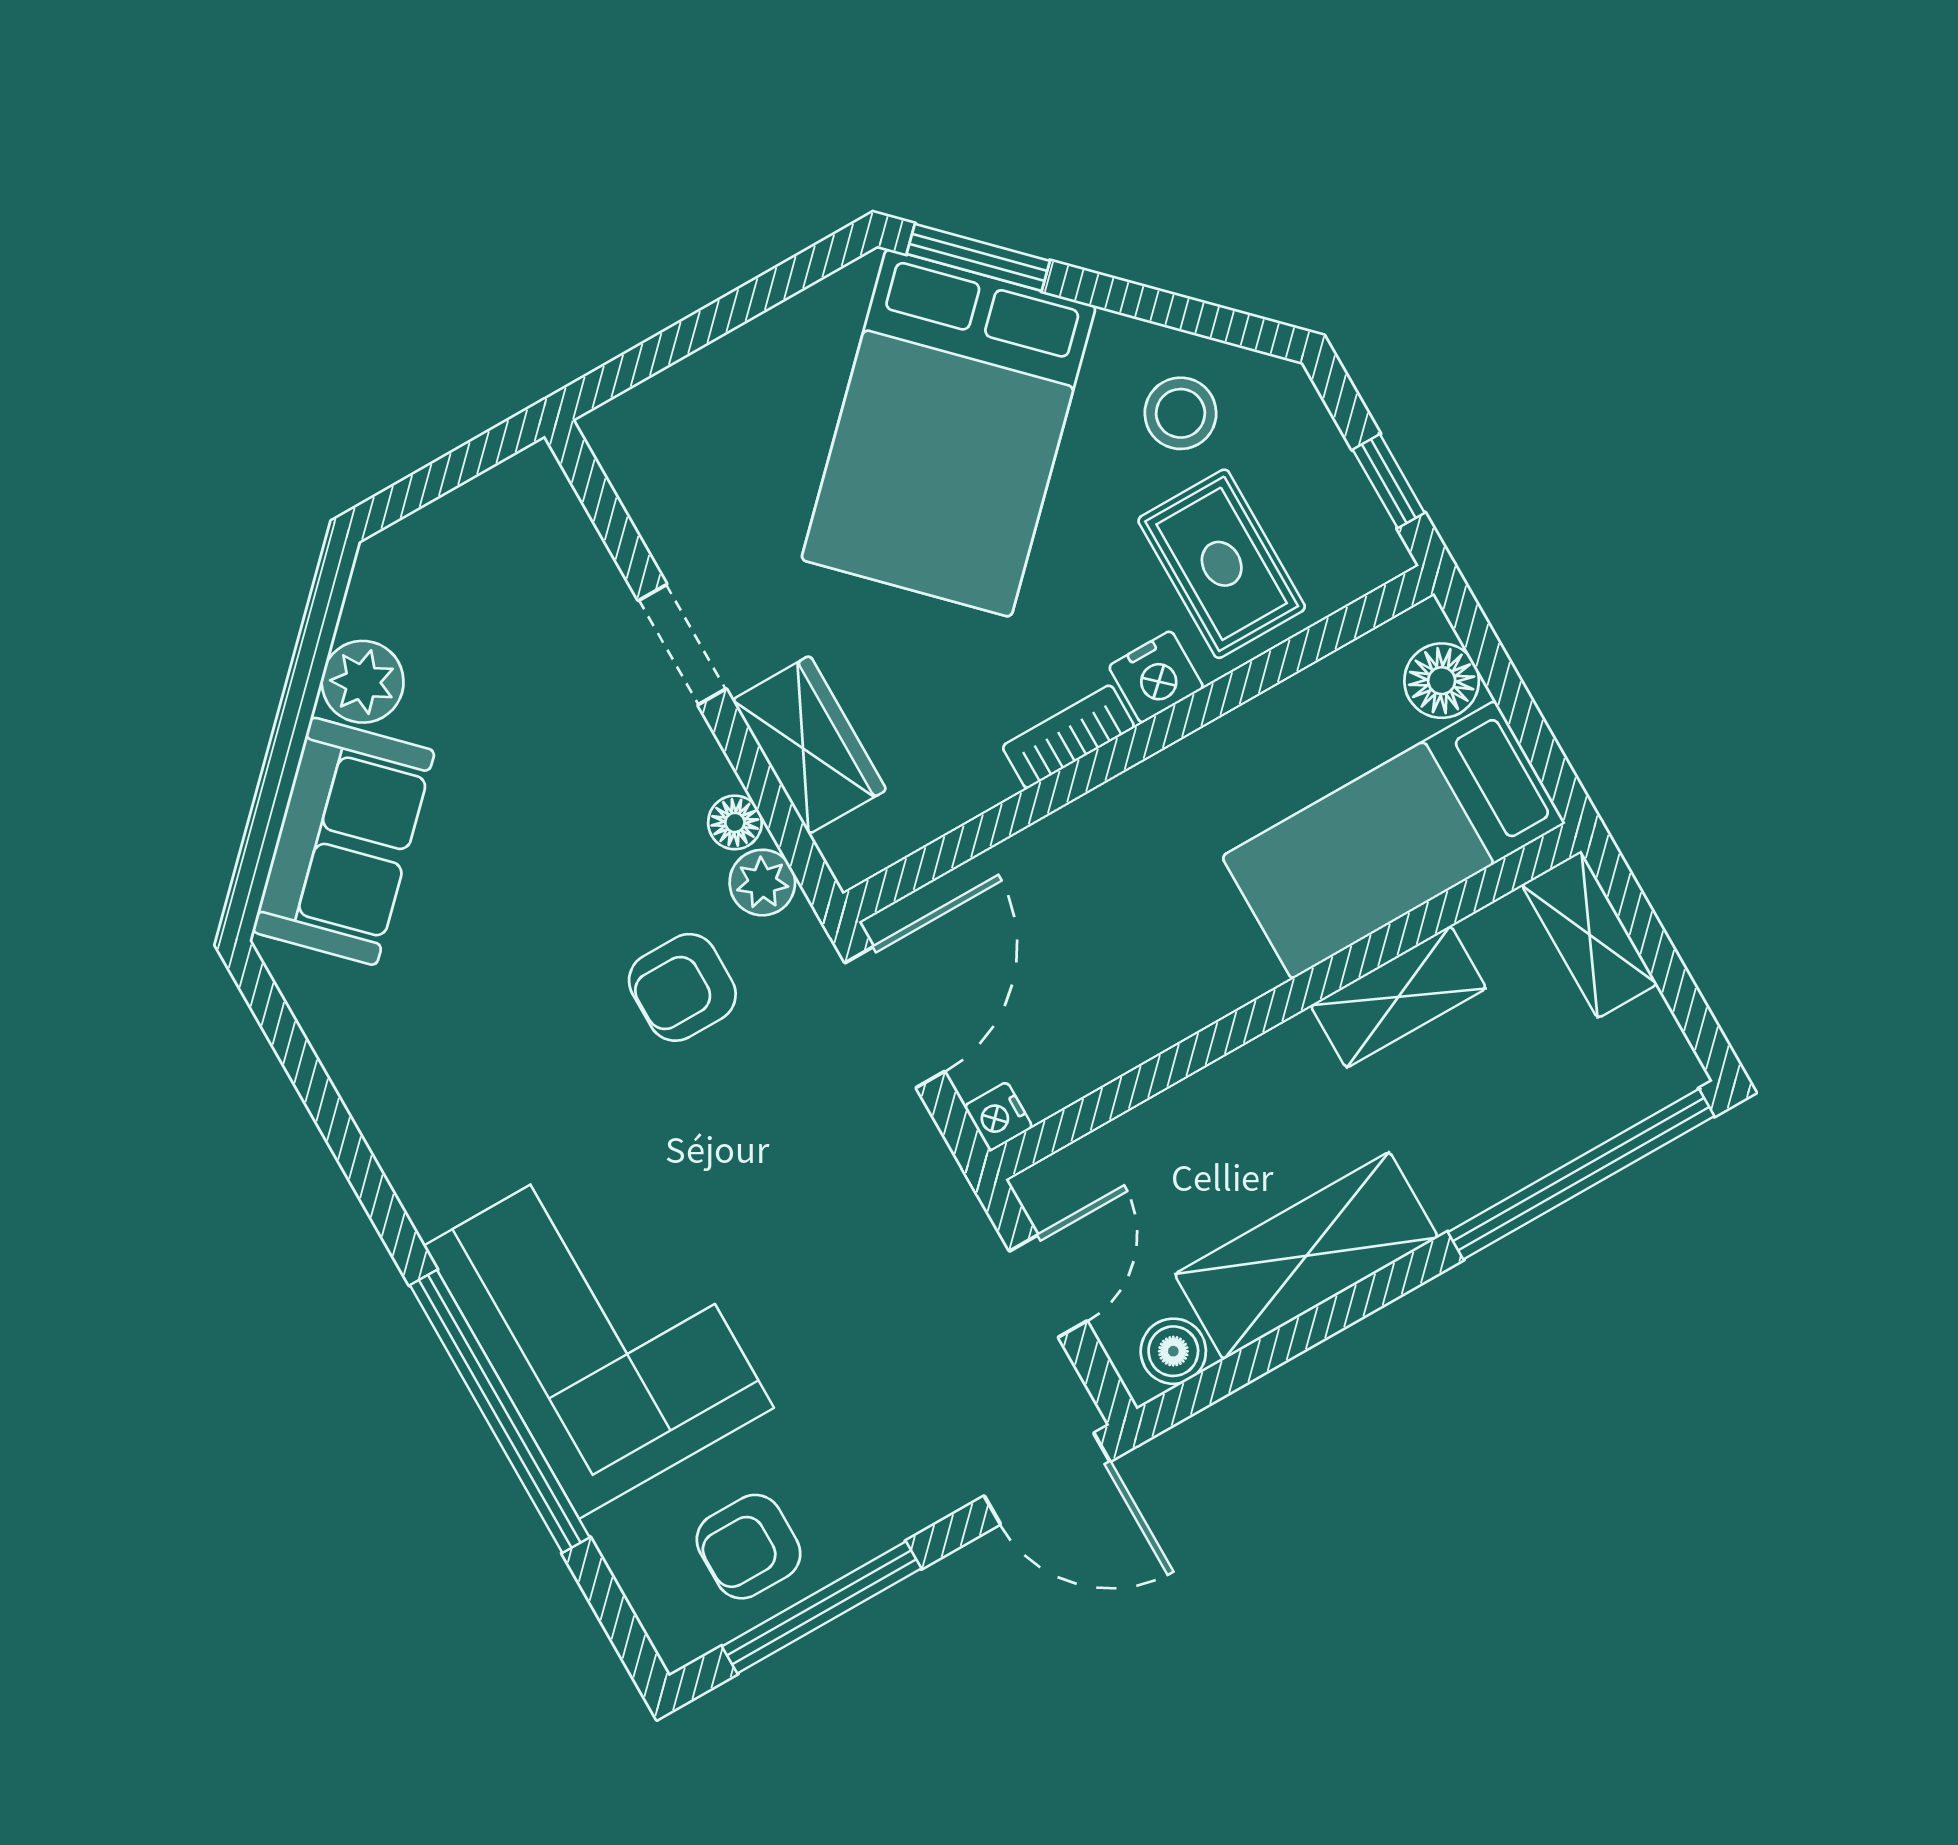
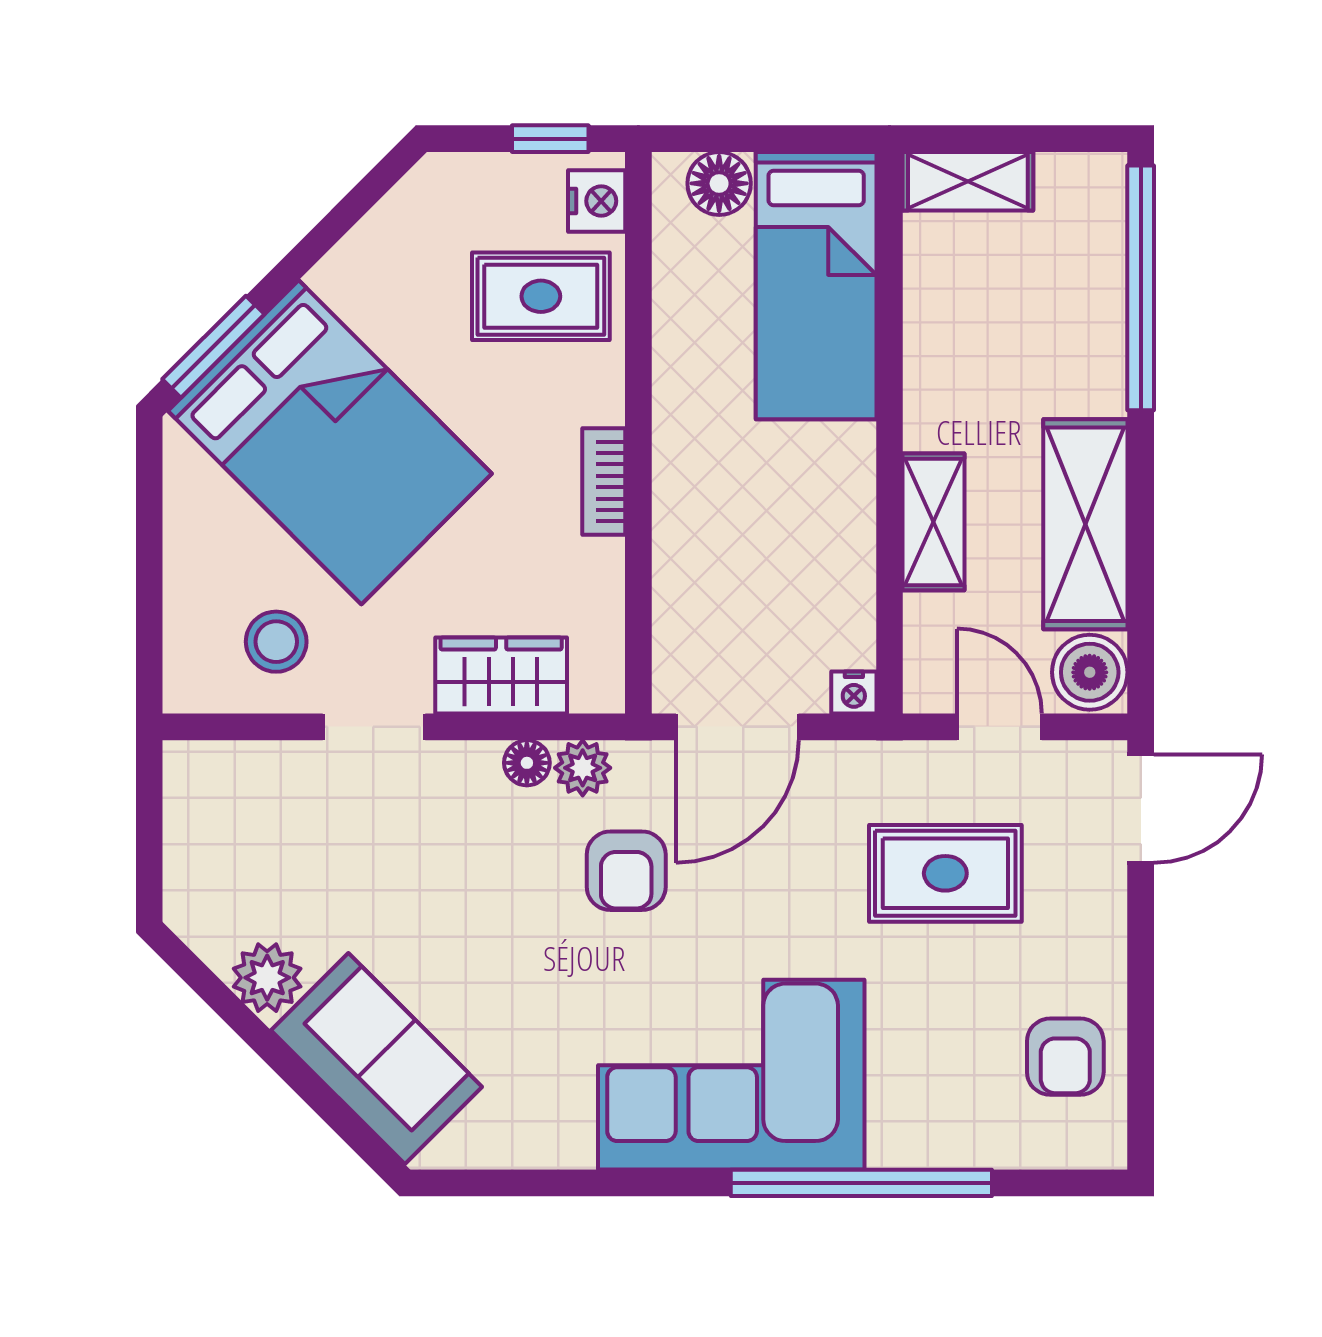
stool: (1180, 413) -> (276, 642), moved
nightstand: (1156, 677) -> (597, 201), moved
shelving: (1398, 997) -> (934, 522), moved
door: (895, 1017) -> (737, 727), swing flipped
rug: (866, 1316) -> (945, 873), added
corner sofa: (599, 1327) -> (731, 1075), moved
boiler: (1173, 1351) -> (1090, 672), width x1.36, depth x1.36
window: (822, 1607) -> (1141, 1028), removed

